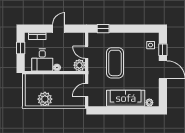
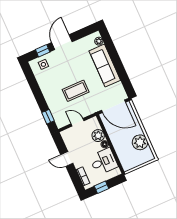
door: (87, 52) -> (77, 122), swing flipped
coffee table: (115, 63) -> (76, 91), width x0.73, depth x0.76
plant: (79, 65) -> (98, 136), moved
door: (87, 90) -> (113, 106), width x1.87

